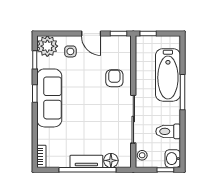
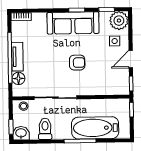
armchair: (114, 78) -> (77, 63), moved

